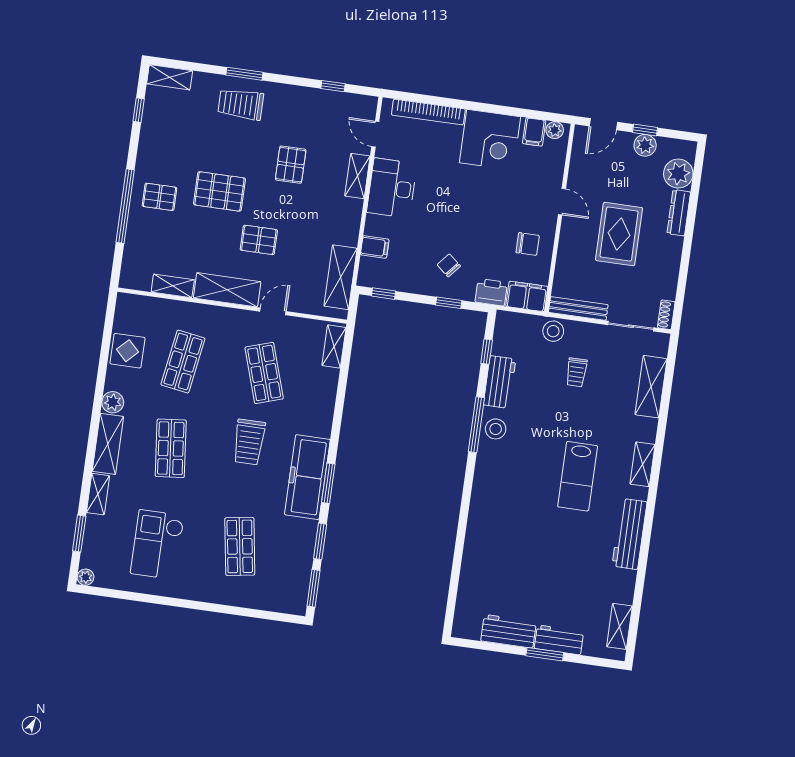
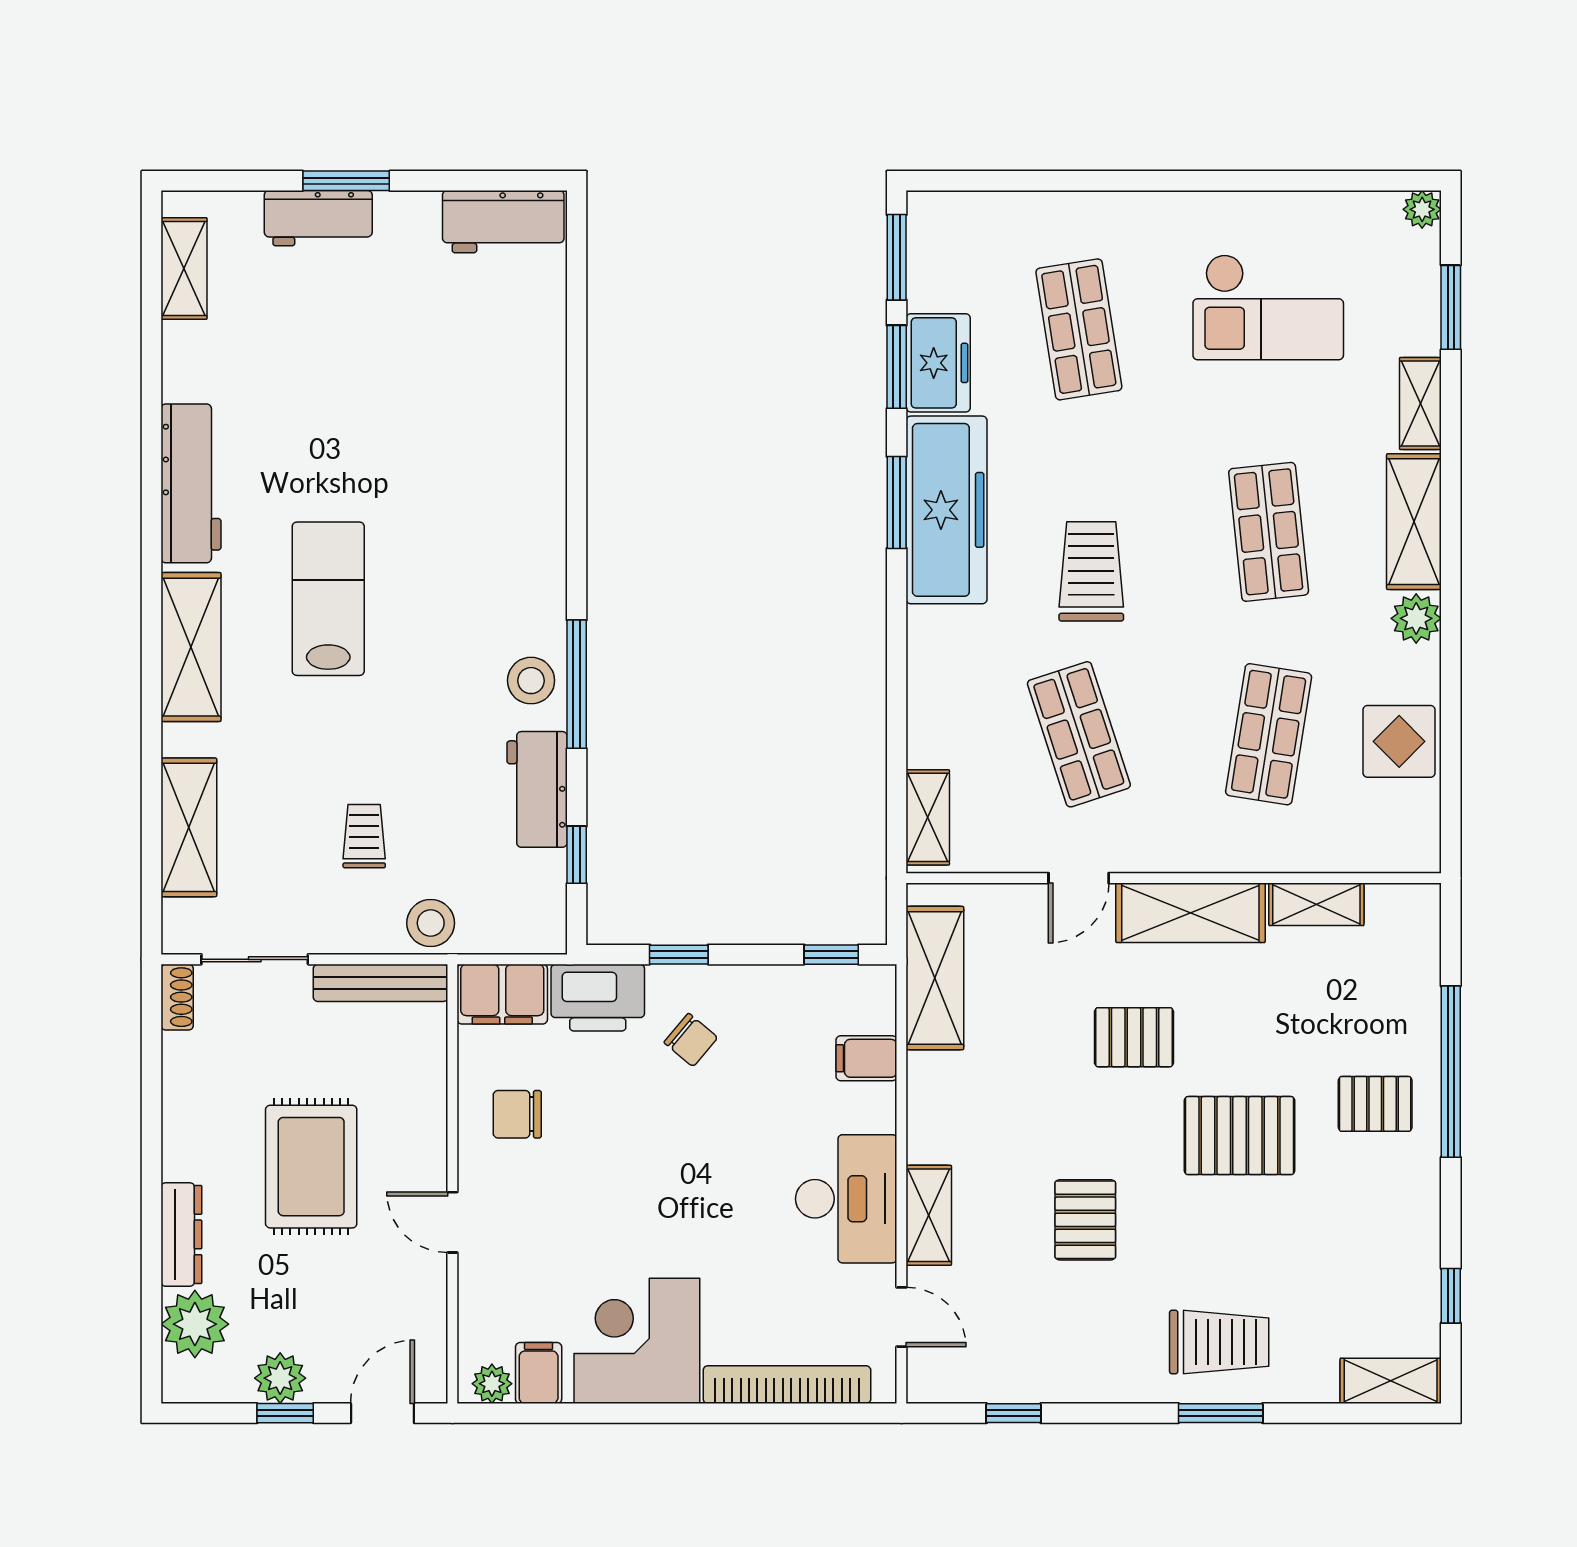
printer: (491, 292) -> (598, 998), width x1.37, depth x1.19
shelving: (642, 464) -> (191, 647), width x1.50, depth x1.33
freezer: (302, 541) -> (938, 363), added
checkout: (157, 545) -> (1268, 307), turned 90
workbench: (508, 631) -> (503, 222), moved

